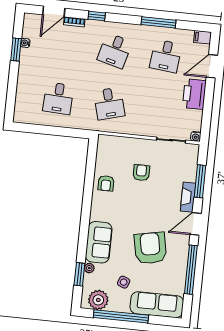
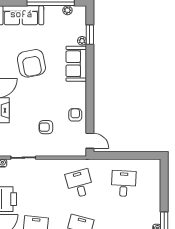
door: (92, 152) -> (90, 141), added
armchair: (141, 173) -> (46, 127), turned 90
side table: (124, 282) -> (51, 32), removed
plant: (98, 300) -> (67, 10), width x0.53, depth x0.53

